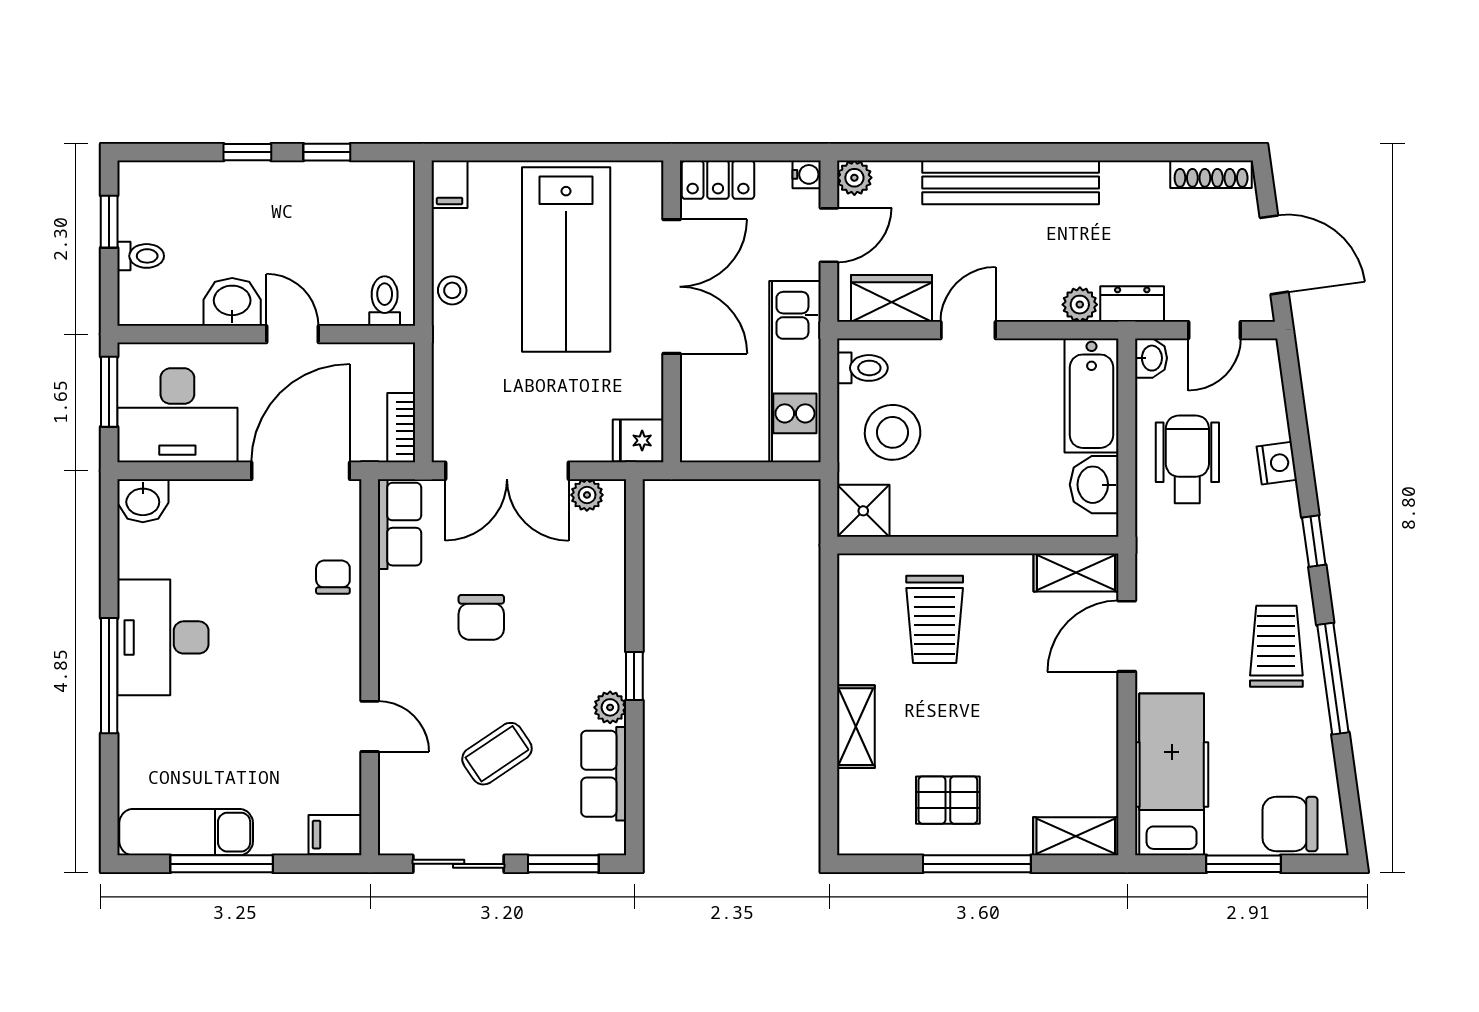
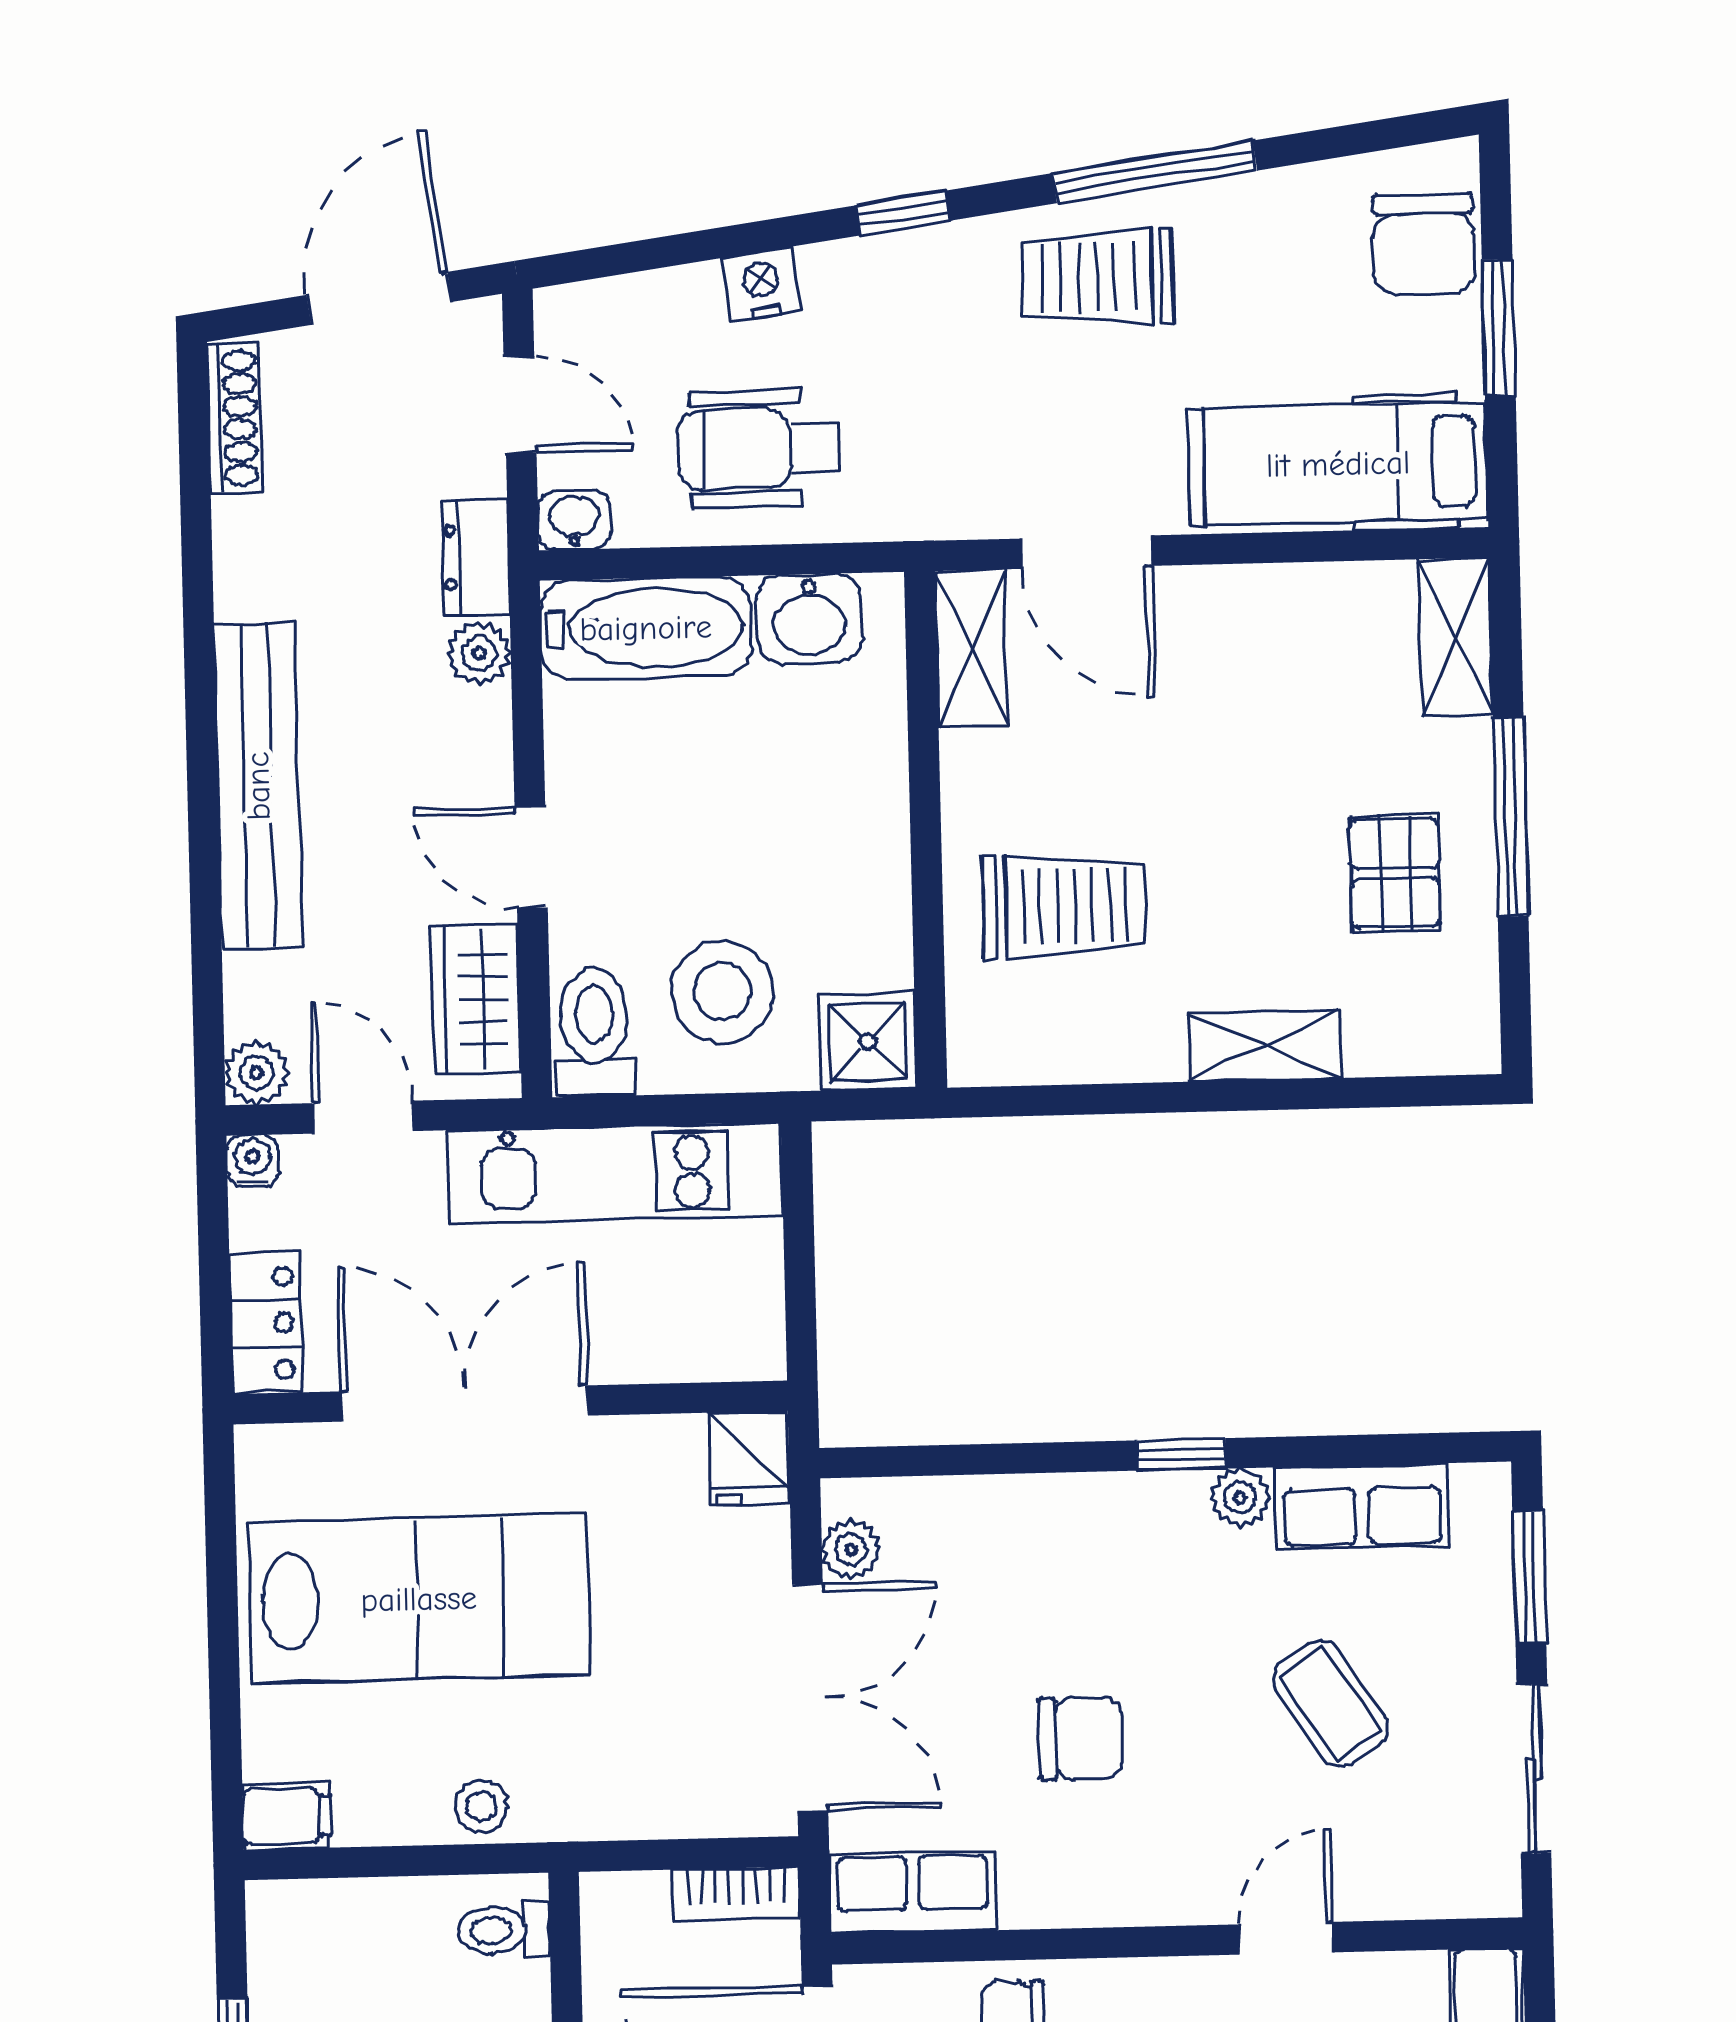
toilet: (862, 368) -> (594, 1032), width x1.37, depth x1.39

